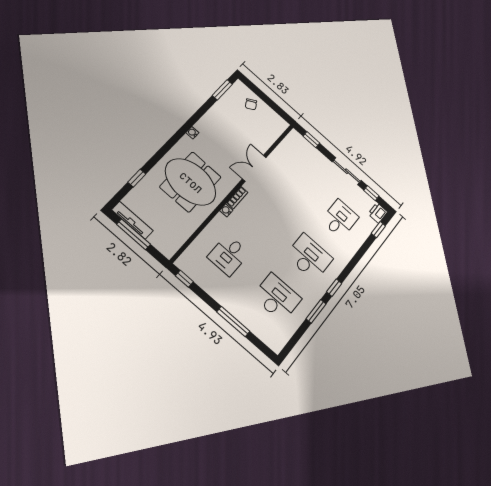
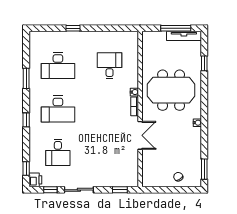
window: (184, 279) -> (124, 28), removed
window: (334, 288) -> (26, 120), moved
window: (233, 322) -> (73, 28), width x0.46

